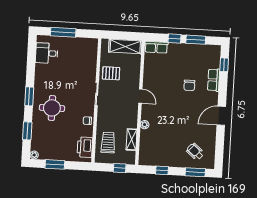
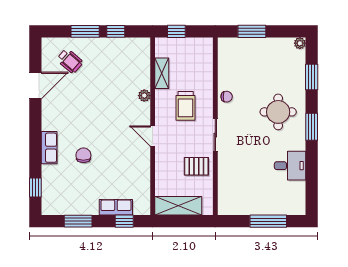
window: (174, 39) -> (124, 221), moved
row of seats: (156, 47) -> (116, 207), moved
desk: (47, 53) -> (290, 166), moved
row of seats: (214, 80) -> (49, 148), moved
door: (221, 116) -> (35, 86), moved
trolley: (108, 143) -> (186, 106), moved
printer: (85, 147) -> (228, 58), removed
window: (55, 164) -> (252, 31), moved
window: (195, 172) -> (85, 31), moved

